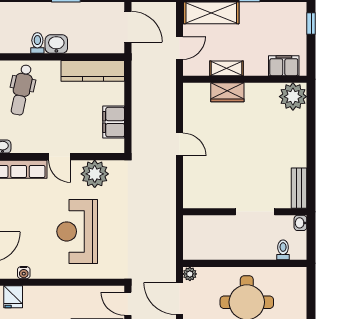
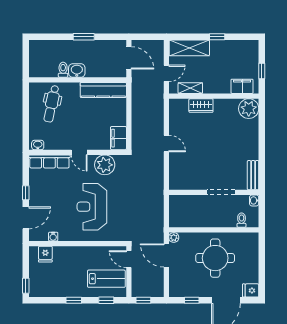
window: (311, 23) -> (262, 71), moved
shelving: (226, 68) -> (190, 88), moved
filing cabinet: (114, 122) -> (118, 138), moved

